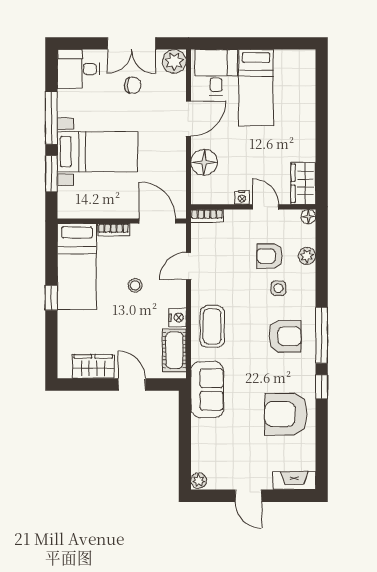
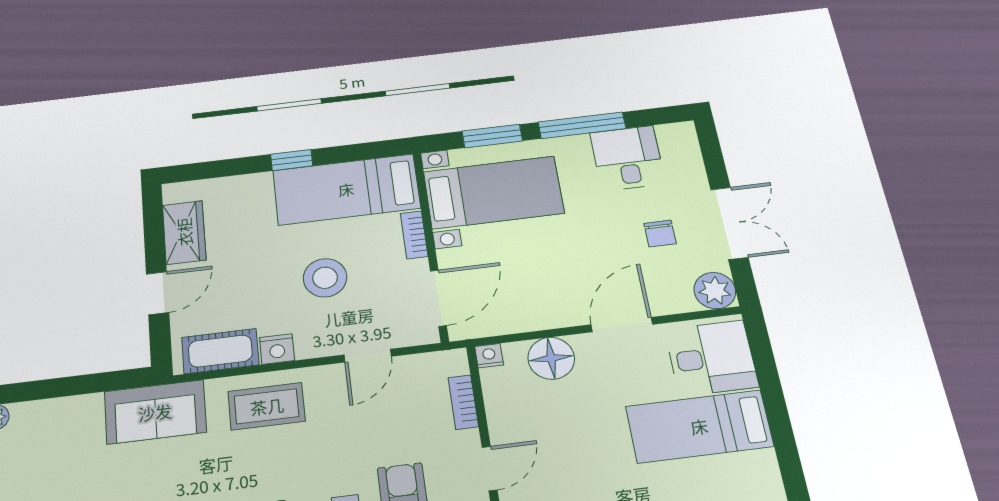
double door: (131, 43) -> (729, 223), swing flipped
desk: (79, 69) -> (627, 158), moved
door: (189, 119) -> (622, 325), swing flipped
bed with nightstands: (97, 152) -> (494, 192), moved, turned -90
nightstand: (242, 198) -> (489, 356), moved, turned 90
bookcase: (207, 216) -> (463, 402), moved
door: (189, 266) -> (368, 356), swing flipped
stool: (135, 285) -> (325, 278), width x1.89, depth x1.89

